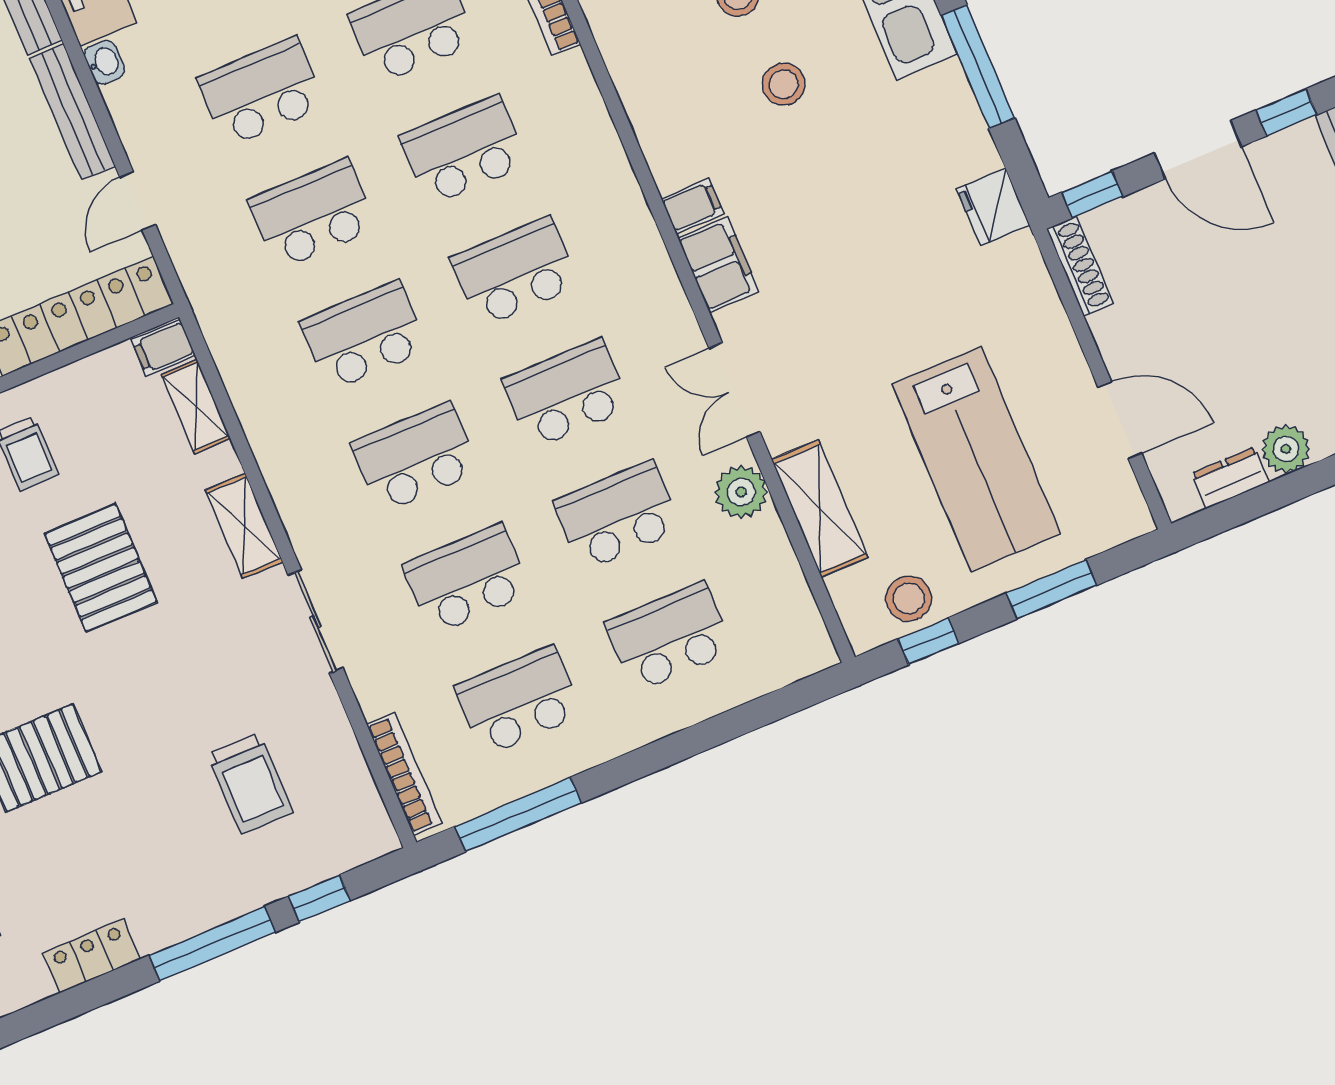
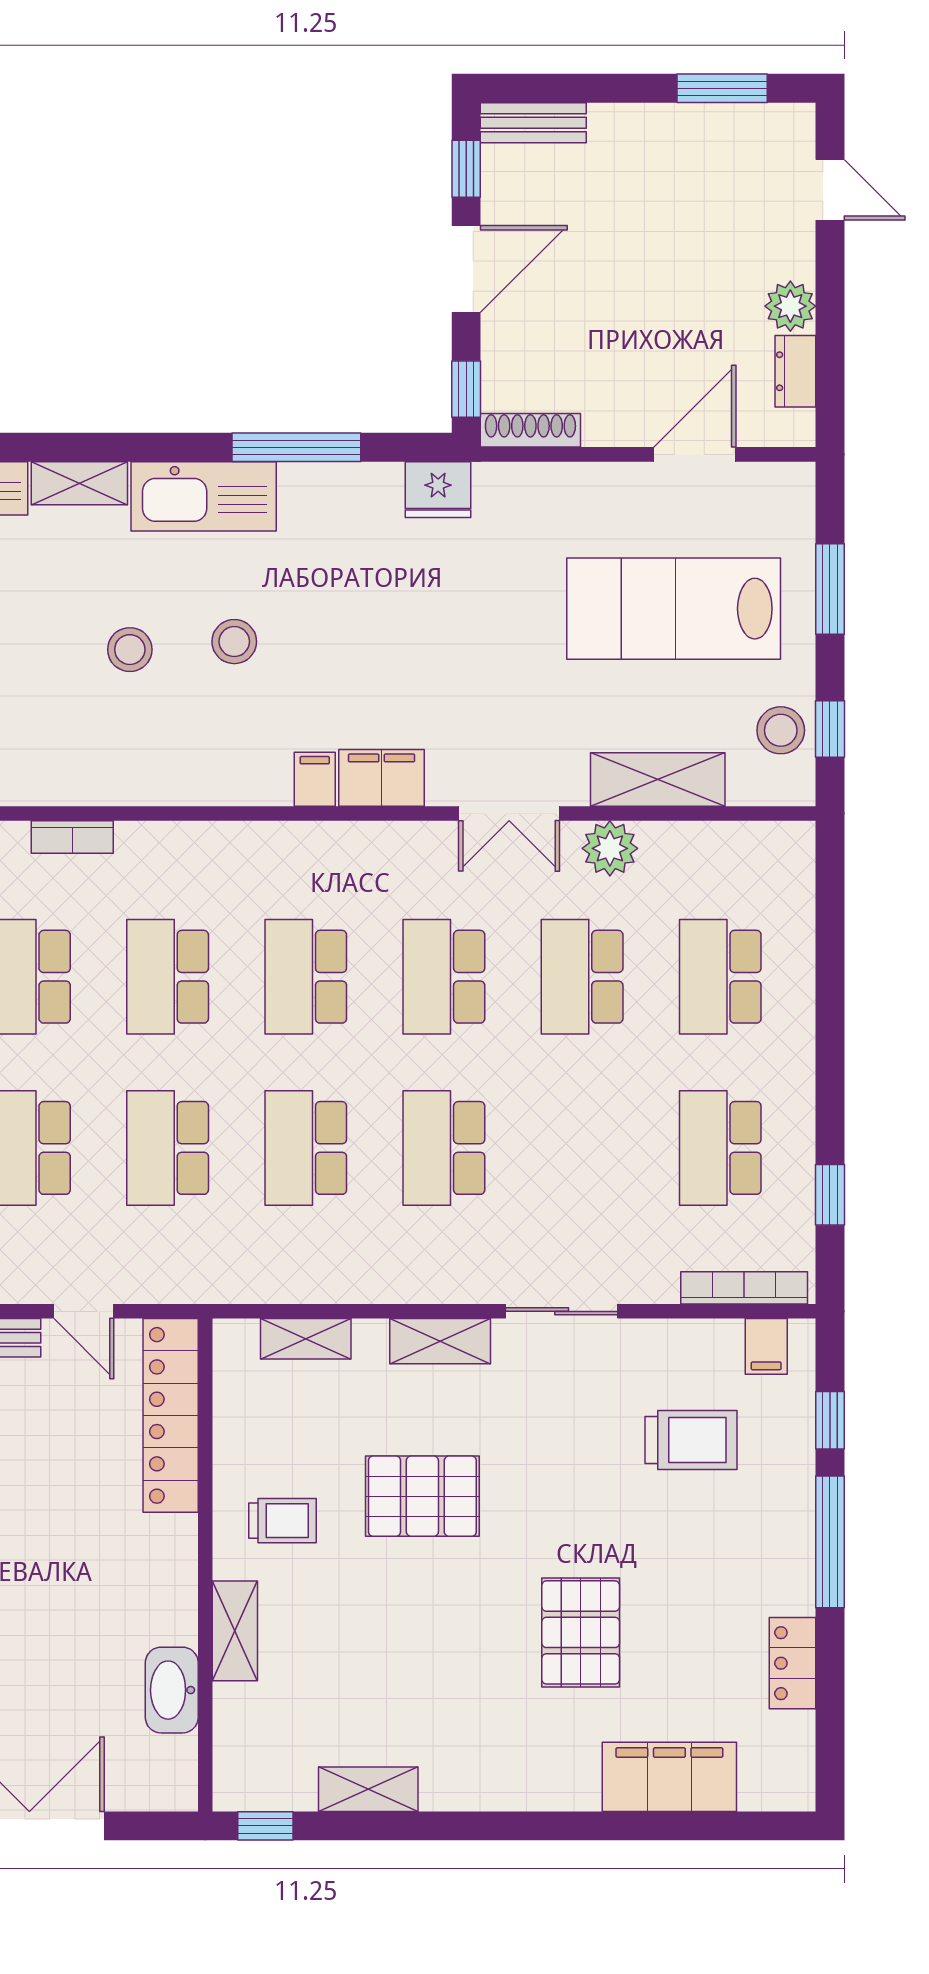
filing cabinet: (163, 348) -> (766, 1346), moved
lab bench: (976, 459) -> (674, 609), turned 180
school desk: (467, 579) -> (582, 1148), removed
window: (518, 815) -> (830, 1195), width x0.46

